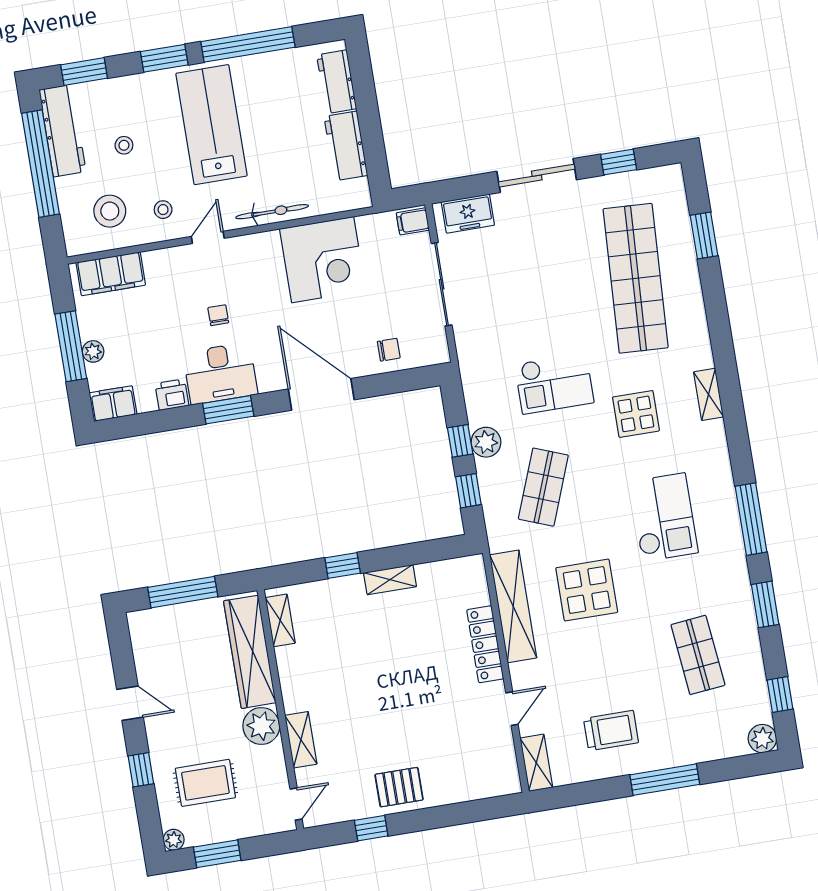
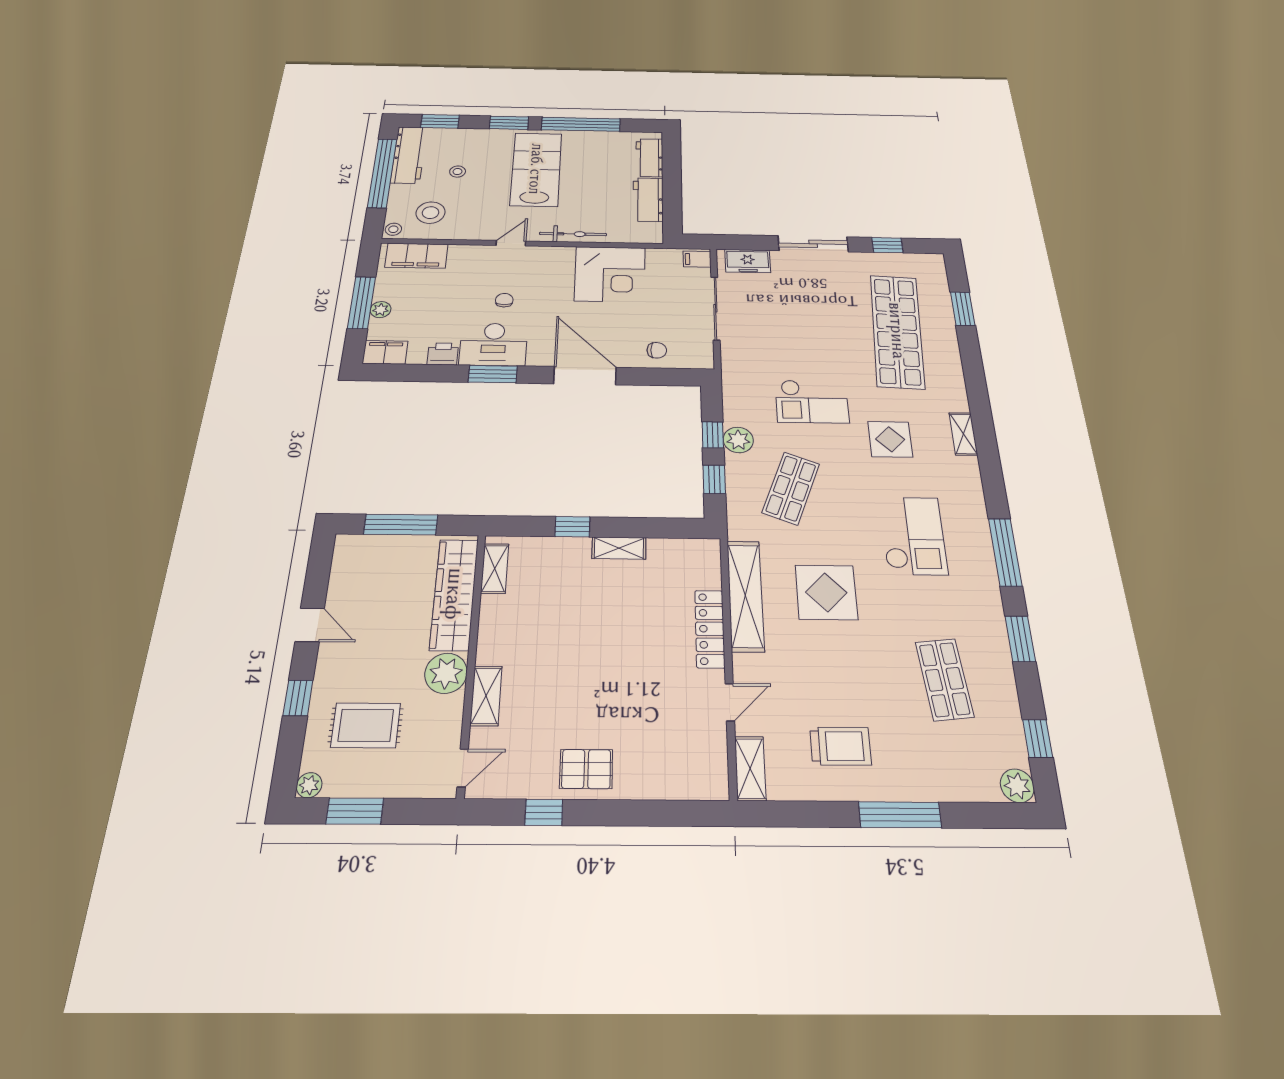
stool: (163, 210) -> (393, 229), moved

